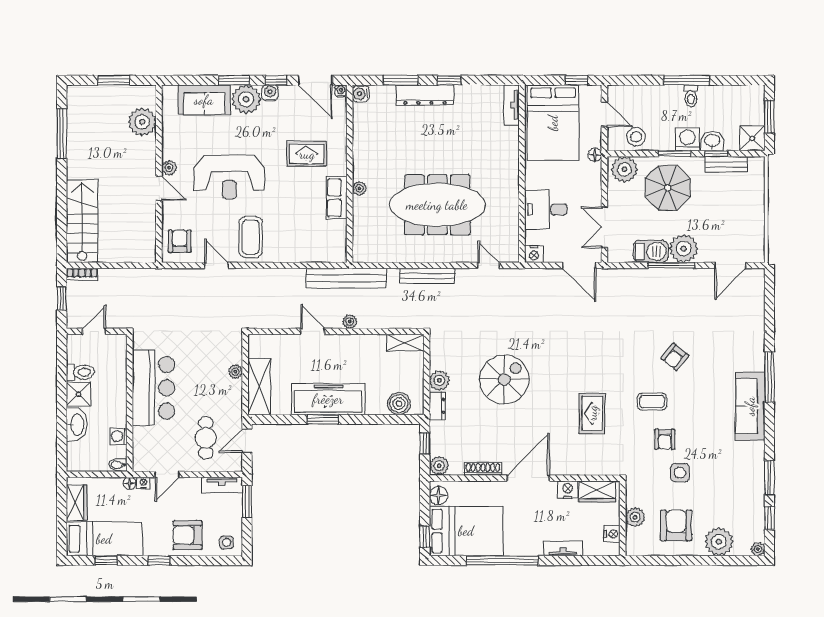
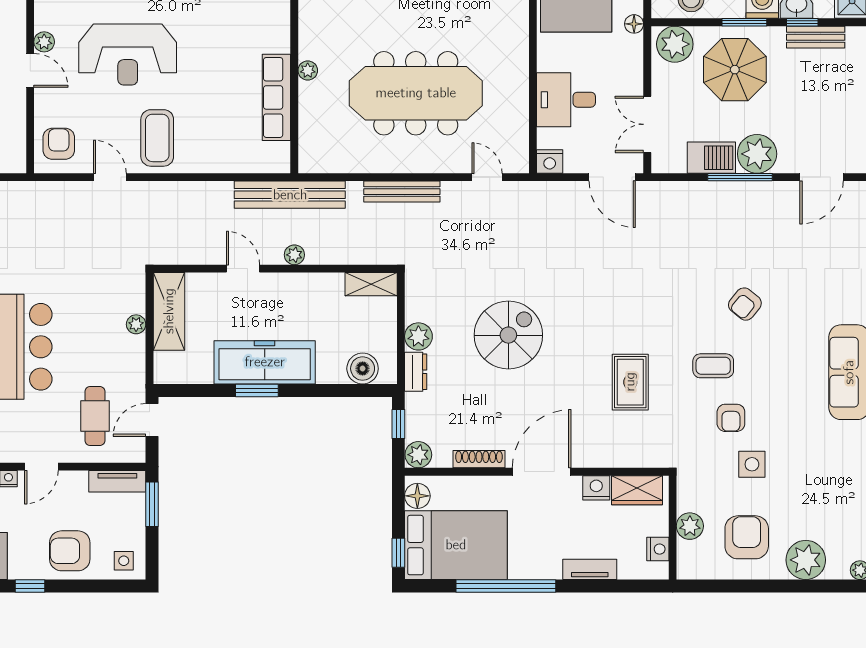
rug: (307, 154) -> (235, 22), removed
row of seats: (337, 198) -> (276, 97), width x1.48
shelving: (259, 387) -> (169, 311), moved

